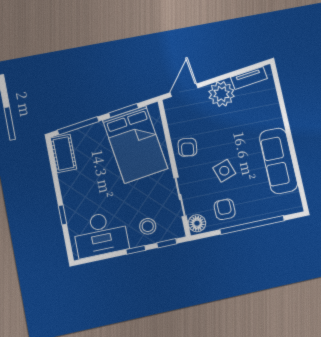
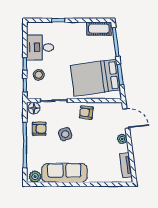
plant: (221, 94) -> (122, 139), width x0.53, depth x0.53
plant: (293, 201) -> (35, 177), added
desk: (101, 234) -> (40, 47), width x0.73

